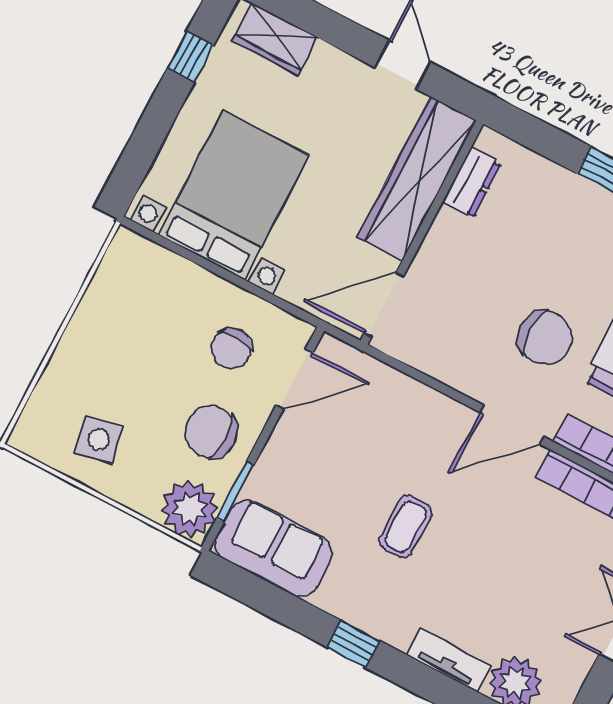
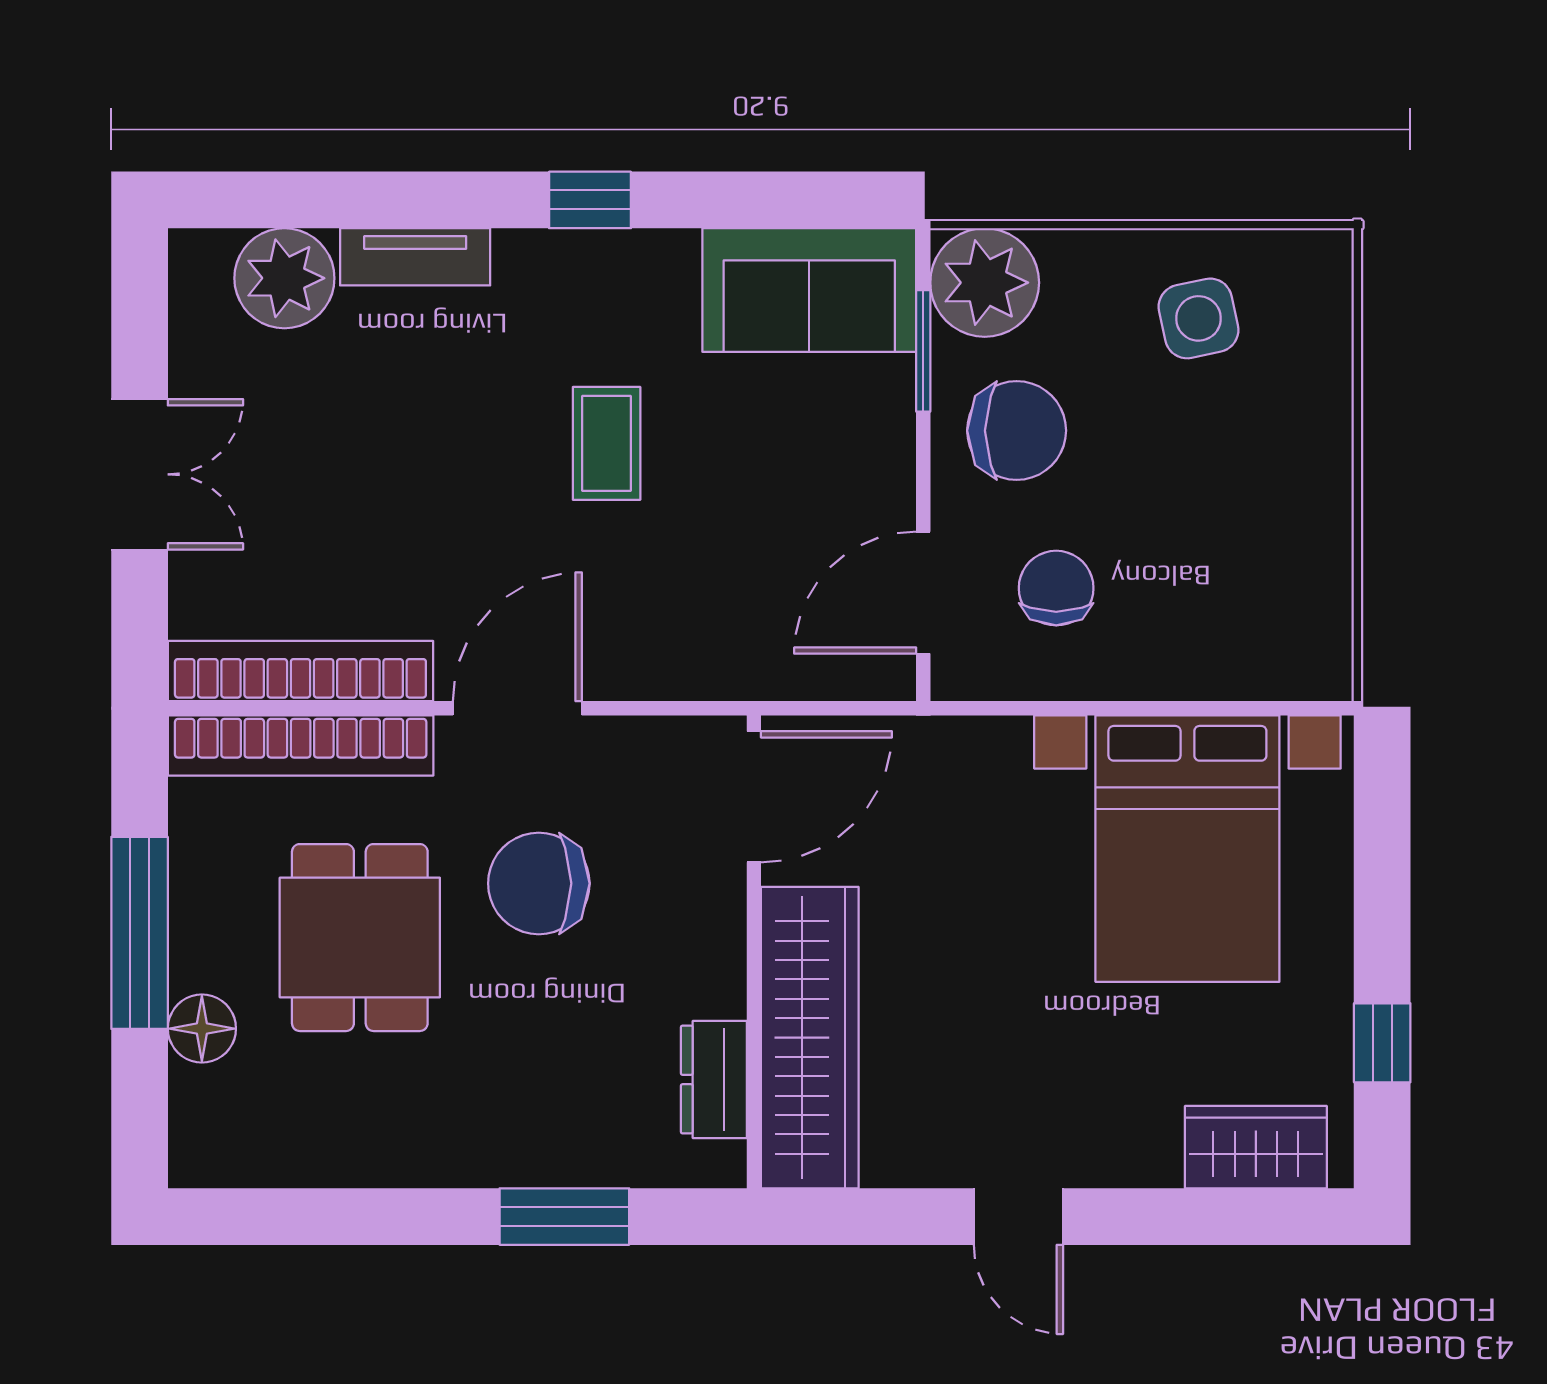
wardrobe: (417, 179) -> (810, 1038), moved
dresser: (472, 183) -> (714, 1080), moved
wall: (422, 232) -> (754, 952), moved
door: (384, 305) -> (754, 797), moved

